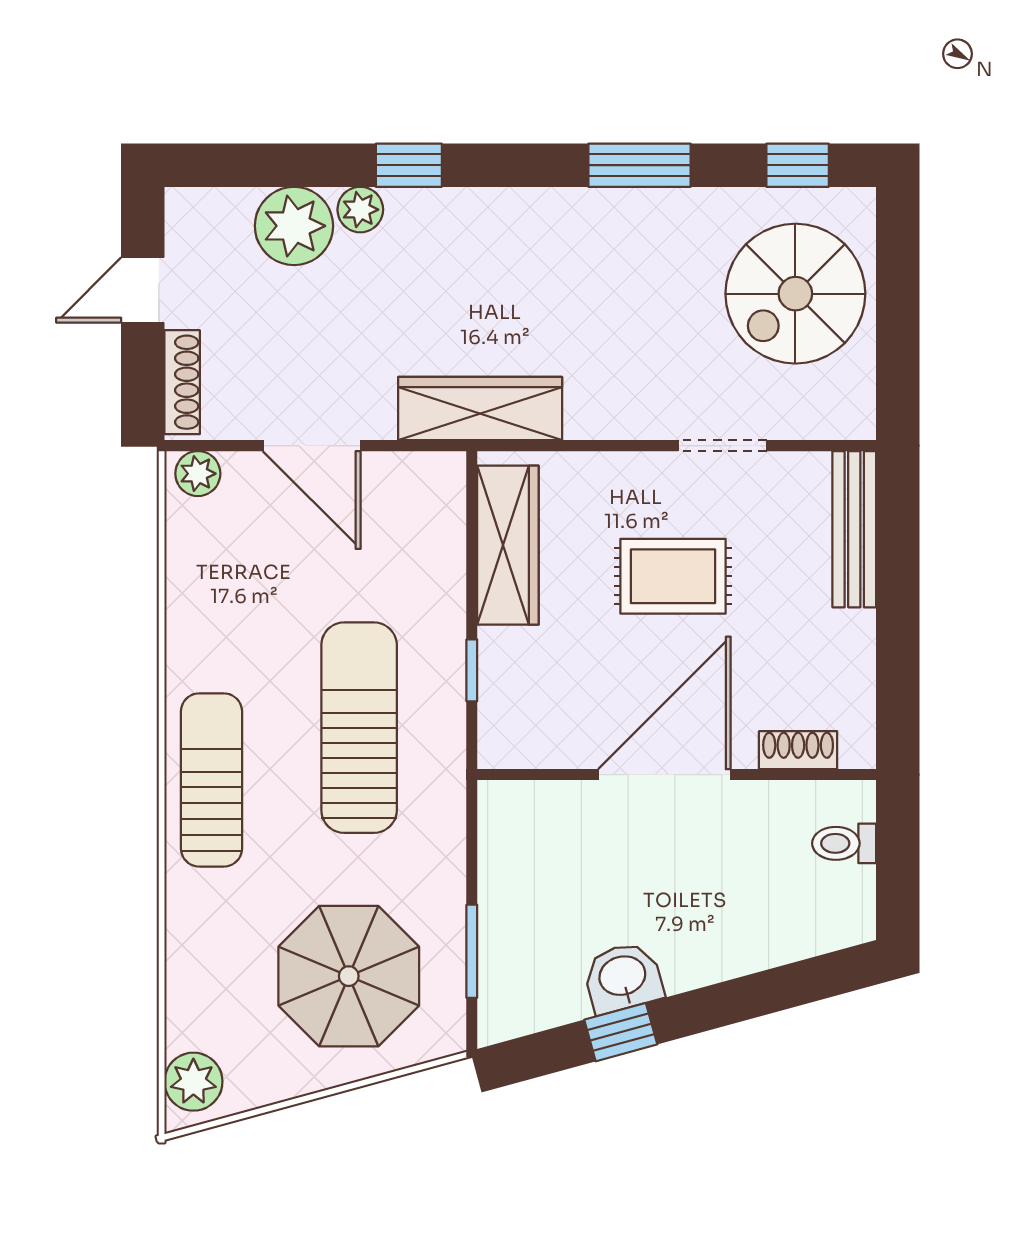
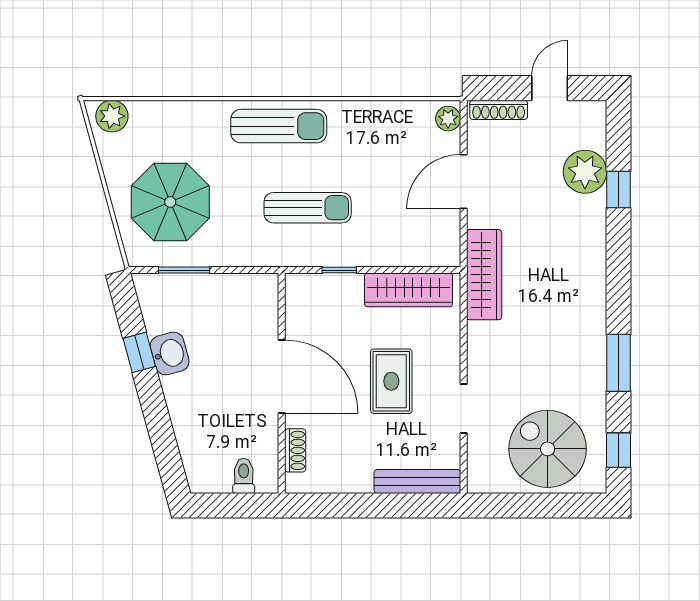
window: (409, 165) -> (619, 190), moved
plant: (360, 210) -> (594, 208), removed
door: (143, 290) -> (550, 88), hinge flipped
sun lounger: (359, 728) -> (308, 208), width x0.73, depth x0.75

